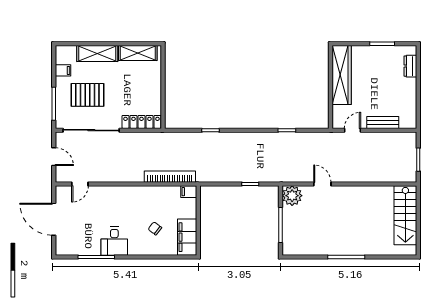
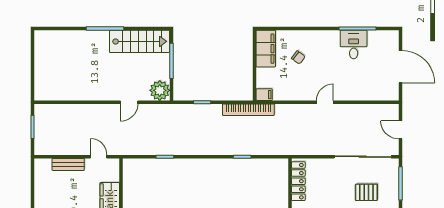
pallet: (87, 95) -> (366, 192), width x0.67, depth x0.71
locker: (141, 122) -> (298, 181), moved, turned -90
door: (353, 130) -> (99, 157), swing flipped
bookcase: (170, 177) -> (248, 110), moved
door: (80, 184) -> (325, 102), moved
door: (322, 184) -> (129, 102), hinge flipped
stairs: (405, 215) -> (139, 41), moved, turned 90
desk: (114, 241) -> (354, 45), moved

